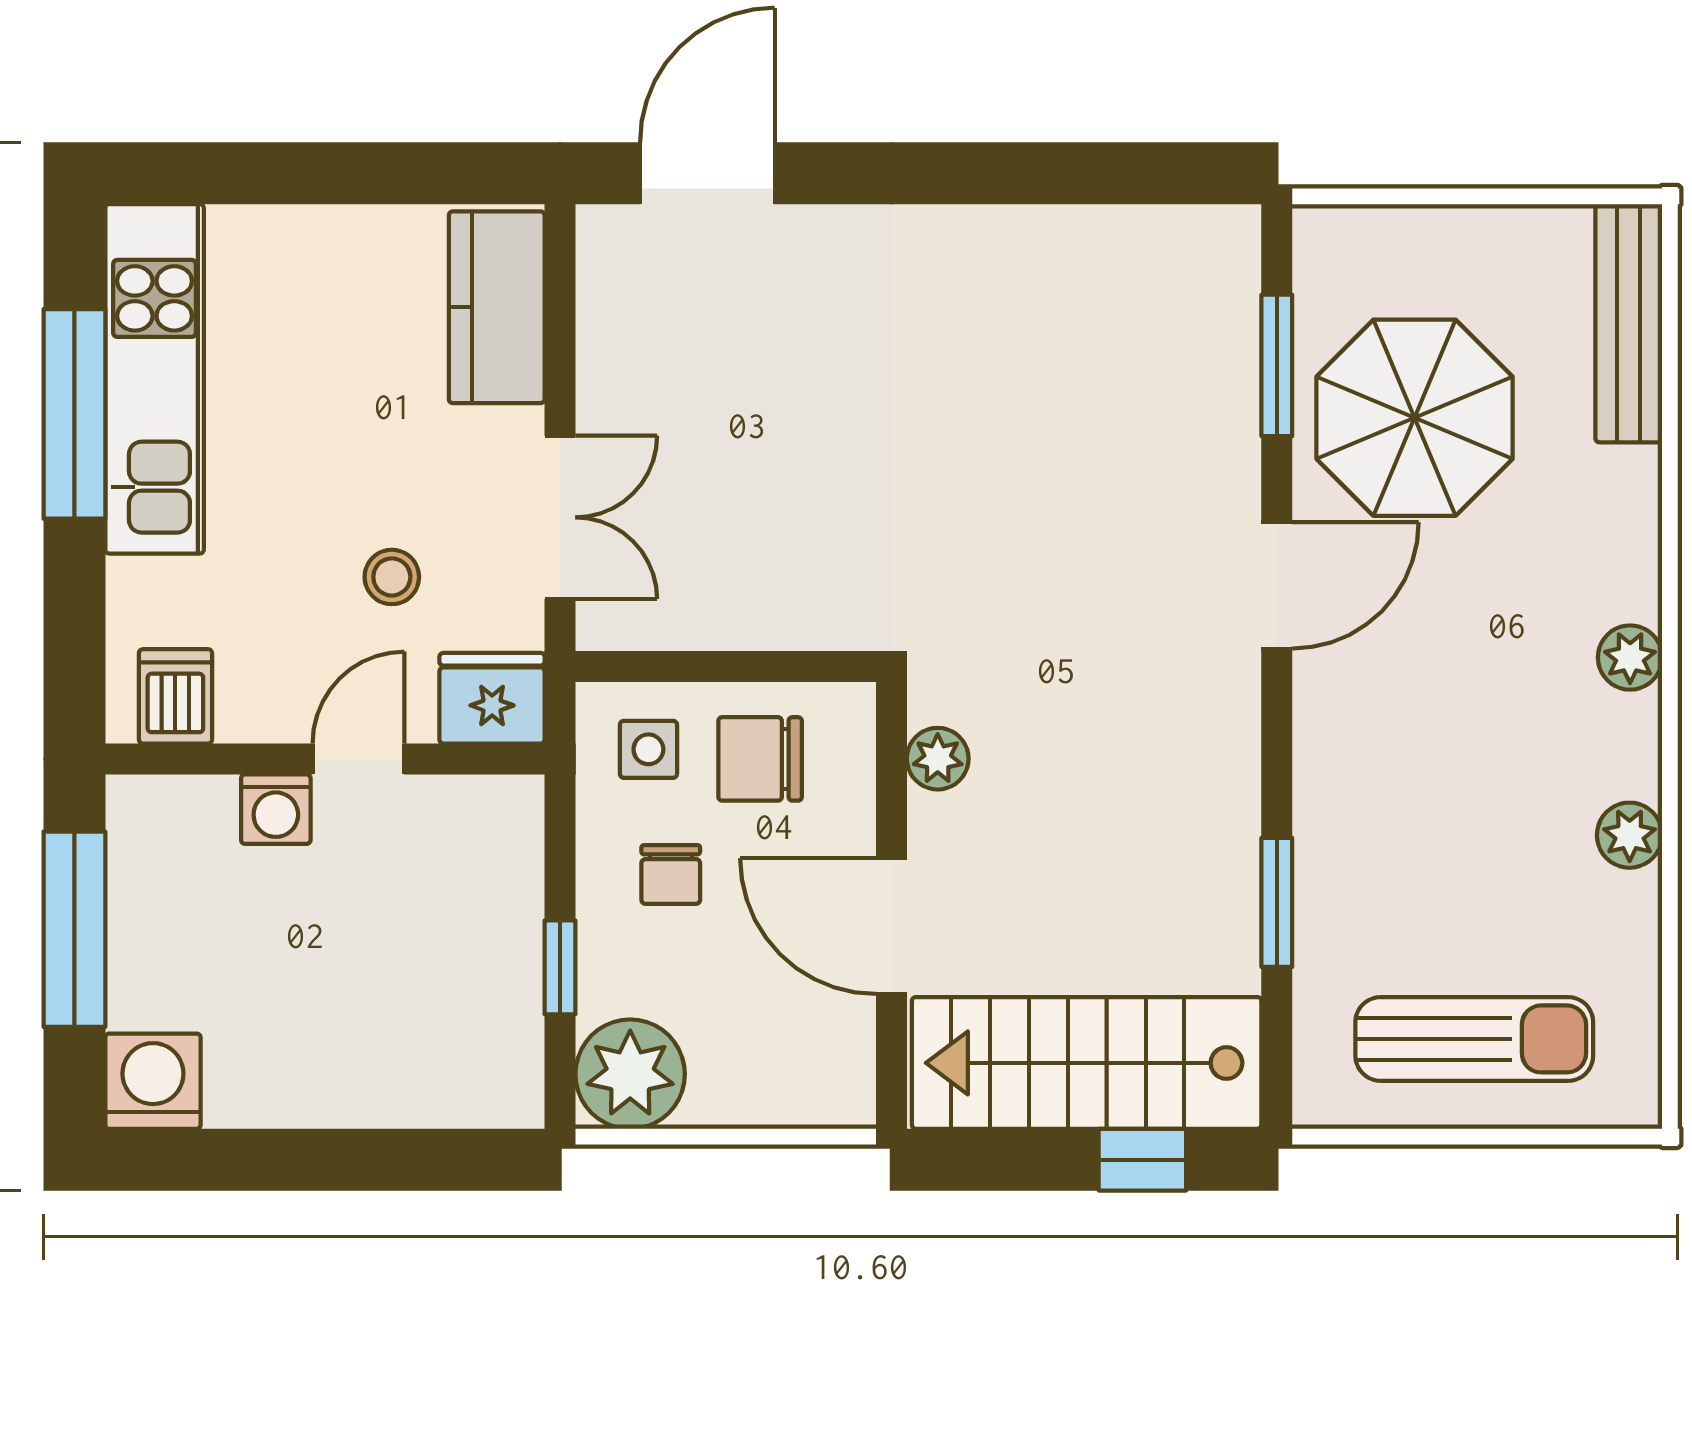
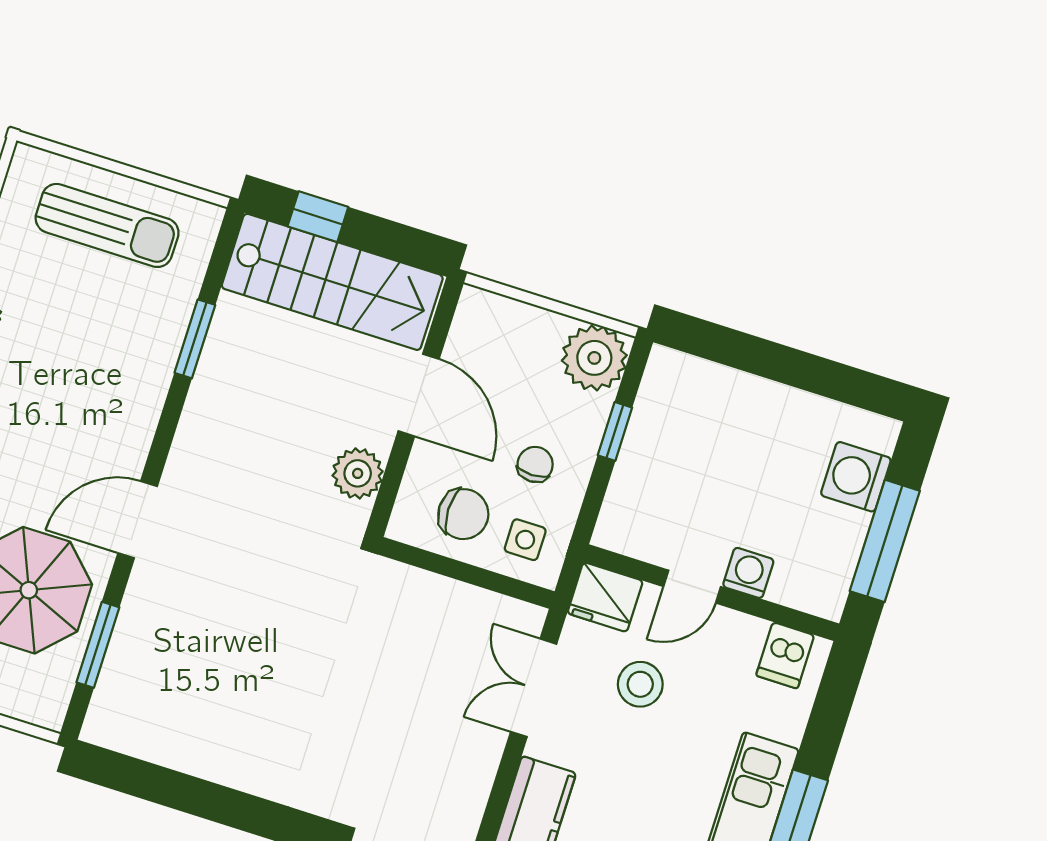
stool: (392, 577) -> (640, 684), width x1.37, depth x1.37
plant: (938, 759) -> (358, 473), width x1.38, depth x1.38
sun lounger: (1474, 1039) -> (107, 225), turned 180
washing machine: (153, 1081) -> (856, 477), moved, turned 90

